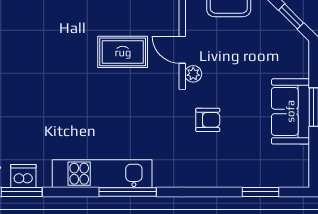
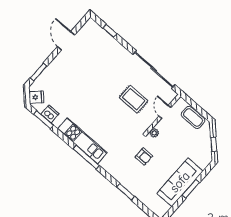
door: (182, 50) -> (165, 112), moved
sofa: (290, 111) -> (180, 182), width x1.36
window: (261, 192) -> (126, 192), moved

